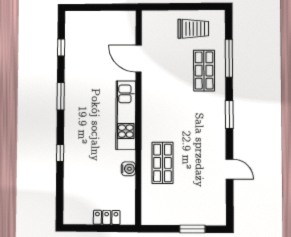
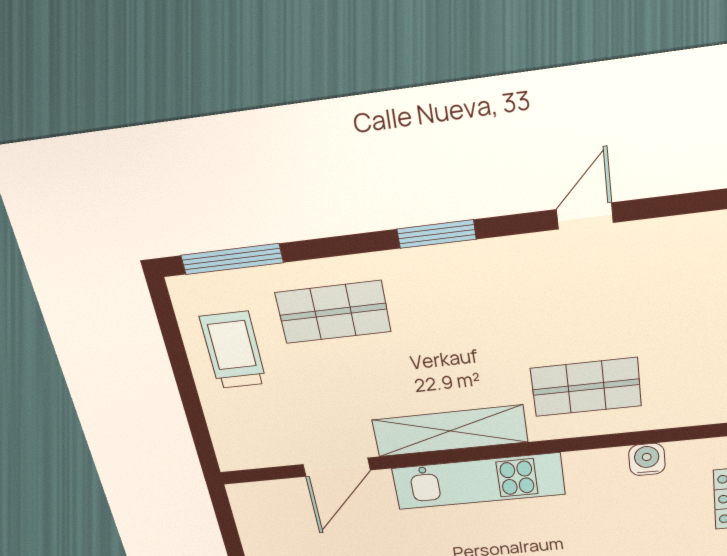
window: (229, 58) -> (232, 259), moved
shelving: (150, 107) -> (450, 431), added
water cooler: (128, 169) -> (647, 459), moved

